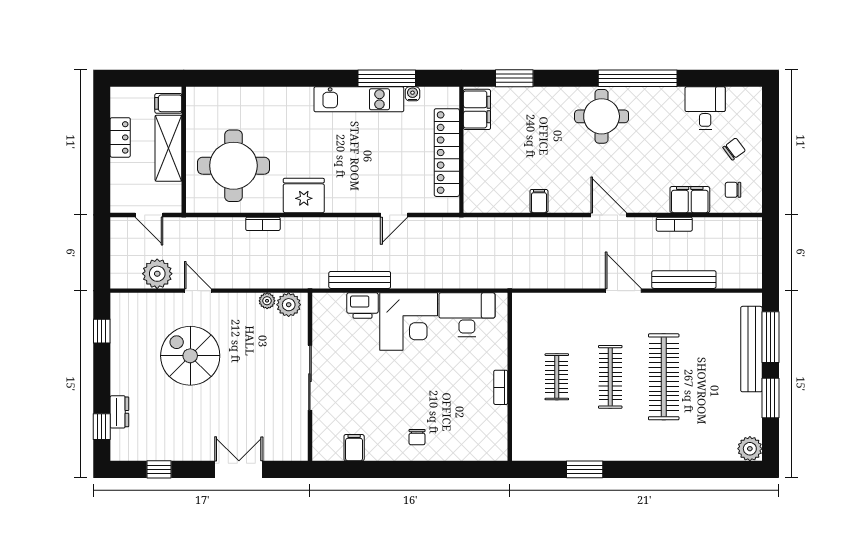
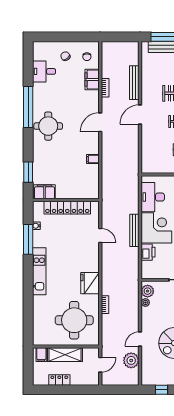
kitchen unit: (359, 99) -> (39, 271), moved
bench: (360, 280) -> (134, 230), moved

